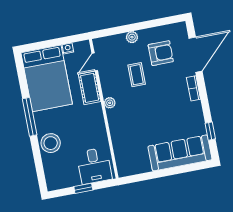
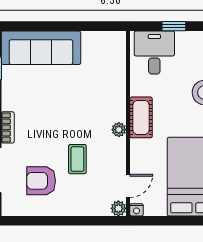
plant: (132, 37) -> (118, 208), moved
nightstand: (68, 48) -> (136, 210), moved
cot: (90, 88) -> (141, 117), moved

